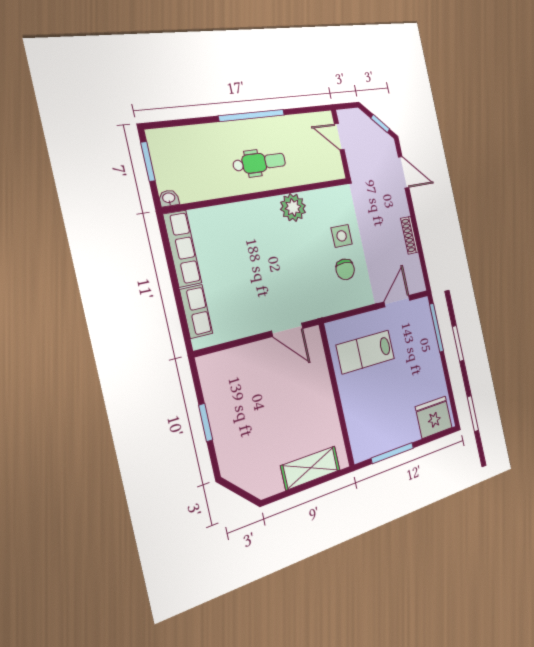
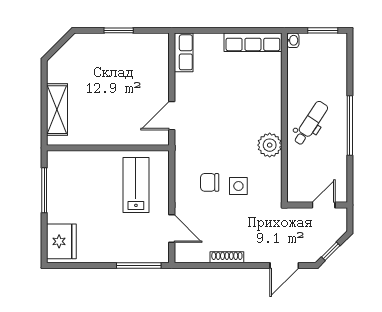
dental chair: (259, 163) -> (311, 123), turned -147
row of seats: (196, 312) -> (184, 52), moved, turned -90

